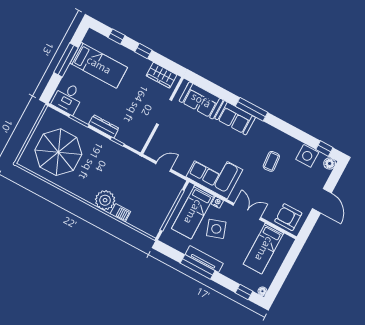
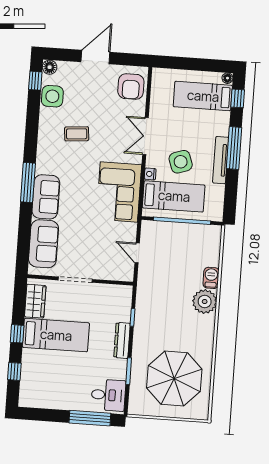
window: (66, 60) -> (90, 418), moved
bed: (99, 65) -> (56, 335), moved, turned 90
bed: (264, 249) -> (203, 96), moved, turned 180
window: (198, 267) -> (234, 148), moved

